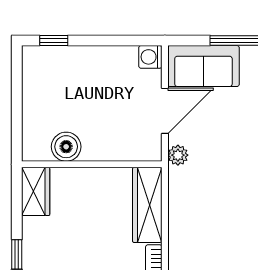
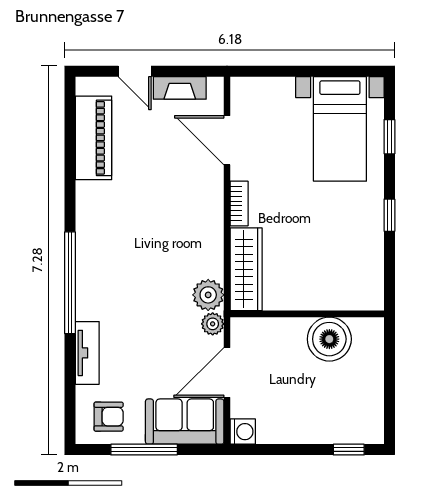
boiler: (66, 147) -> (329, 339), width x1.37, depth x1.37
plant: (182, 182) -> (208, 295), added
wardrobe: (36, 191) -> (369, 284), removed

